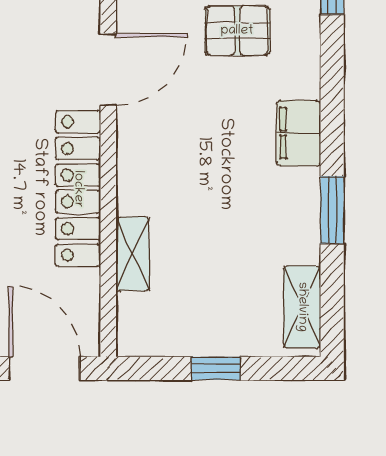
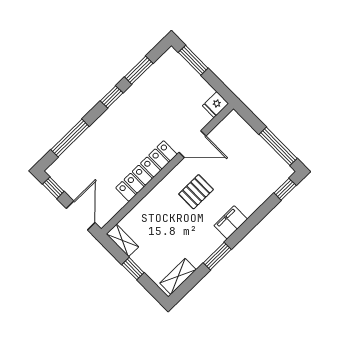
pallet: (237, 31) -> (196, 192), moved, turned 90
shelving: (133, 254) -> (122, 240), moved, turned 90

